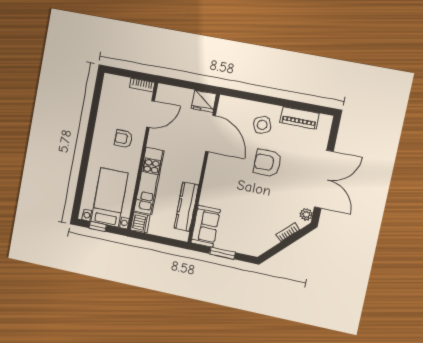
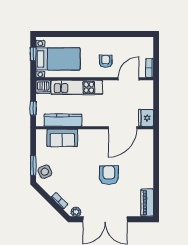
door: (151, 114) -> (129, 79), swing flipped
piano: (300, 118) -> (147, 203), moved
side table: (262, 125) -> (45, 172), moved
sofa: (206, 226) -> (62, 138), moved
window: (164, 241) -> (33, 108), added
window: (222, 253) -> (33, 166), moved

